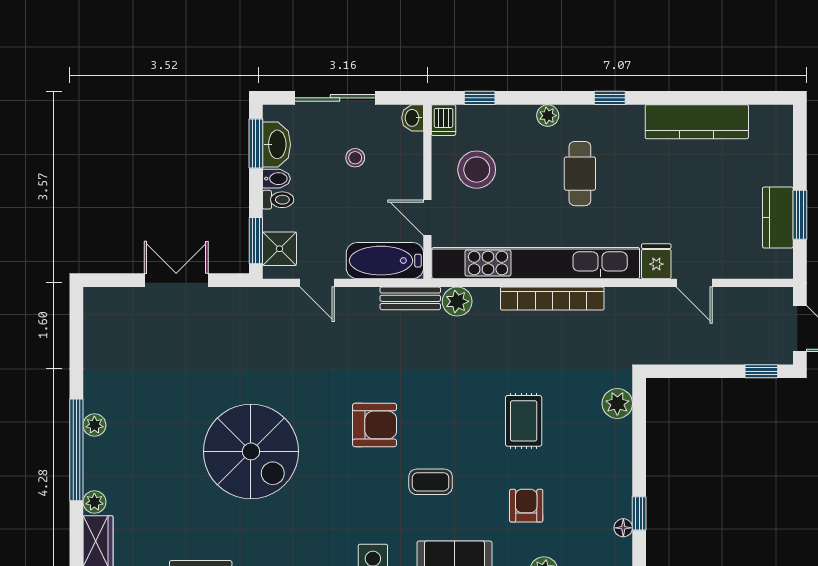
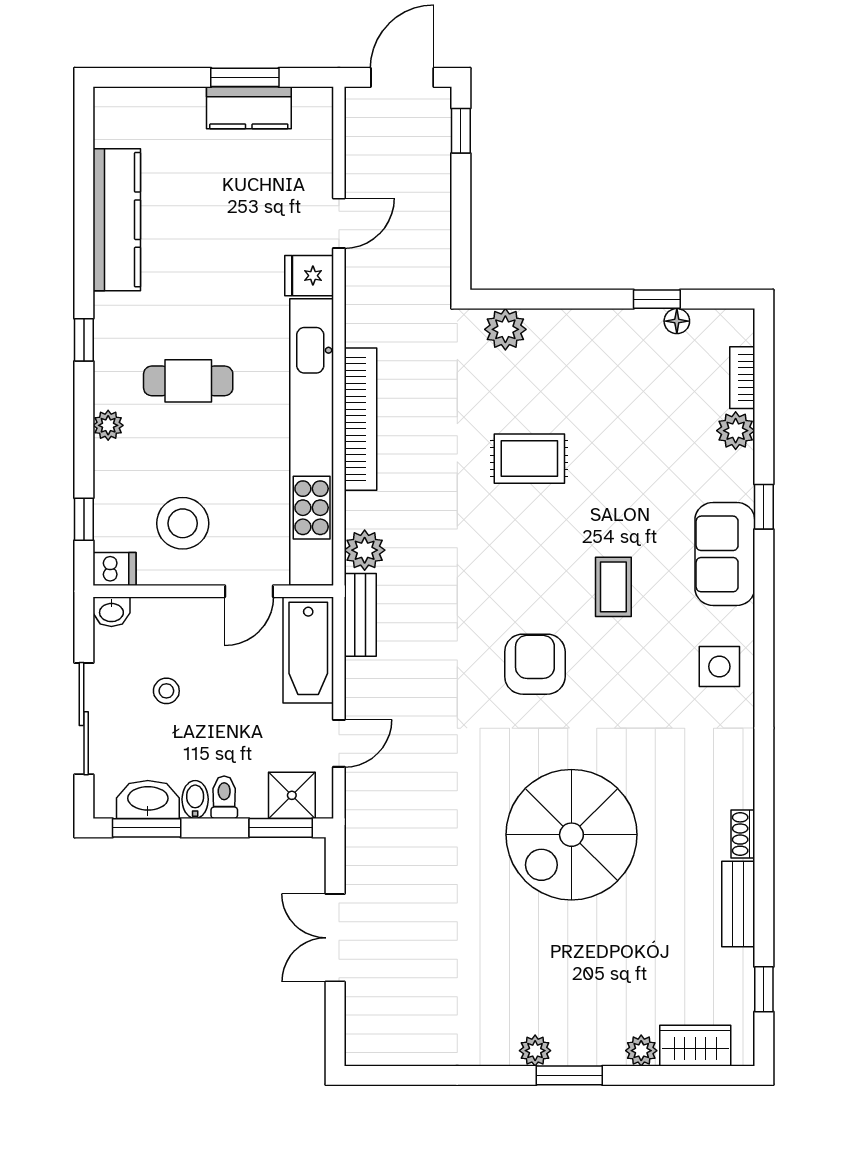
window: (76, 450) -> (569, 1075), width x0.47
spiral stairs: (251, 451) -> (571, 835), turned 180
armchair: (526, 506) -> (646, 455), removed

